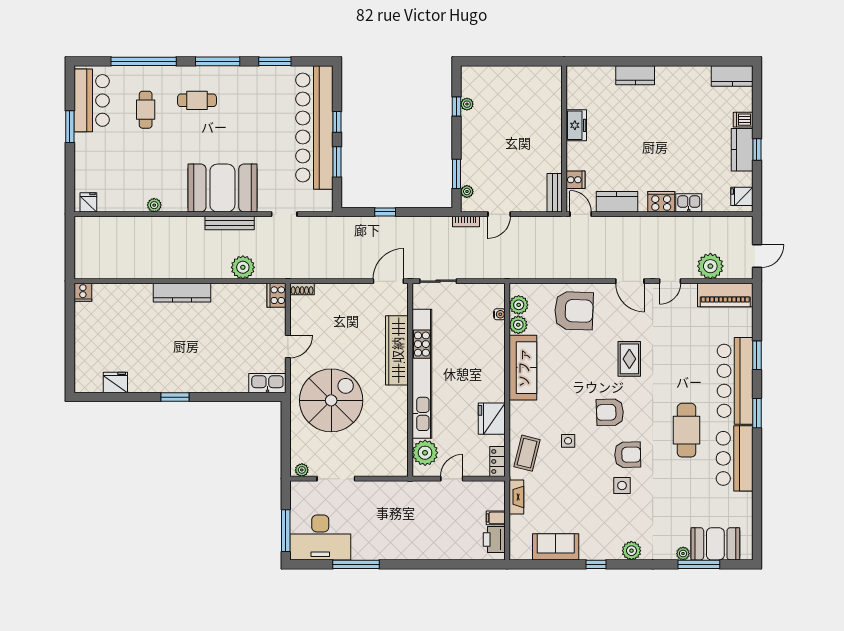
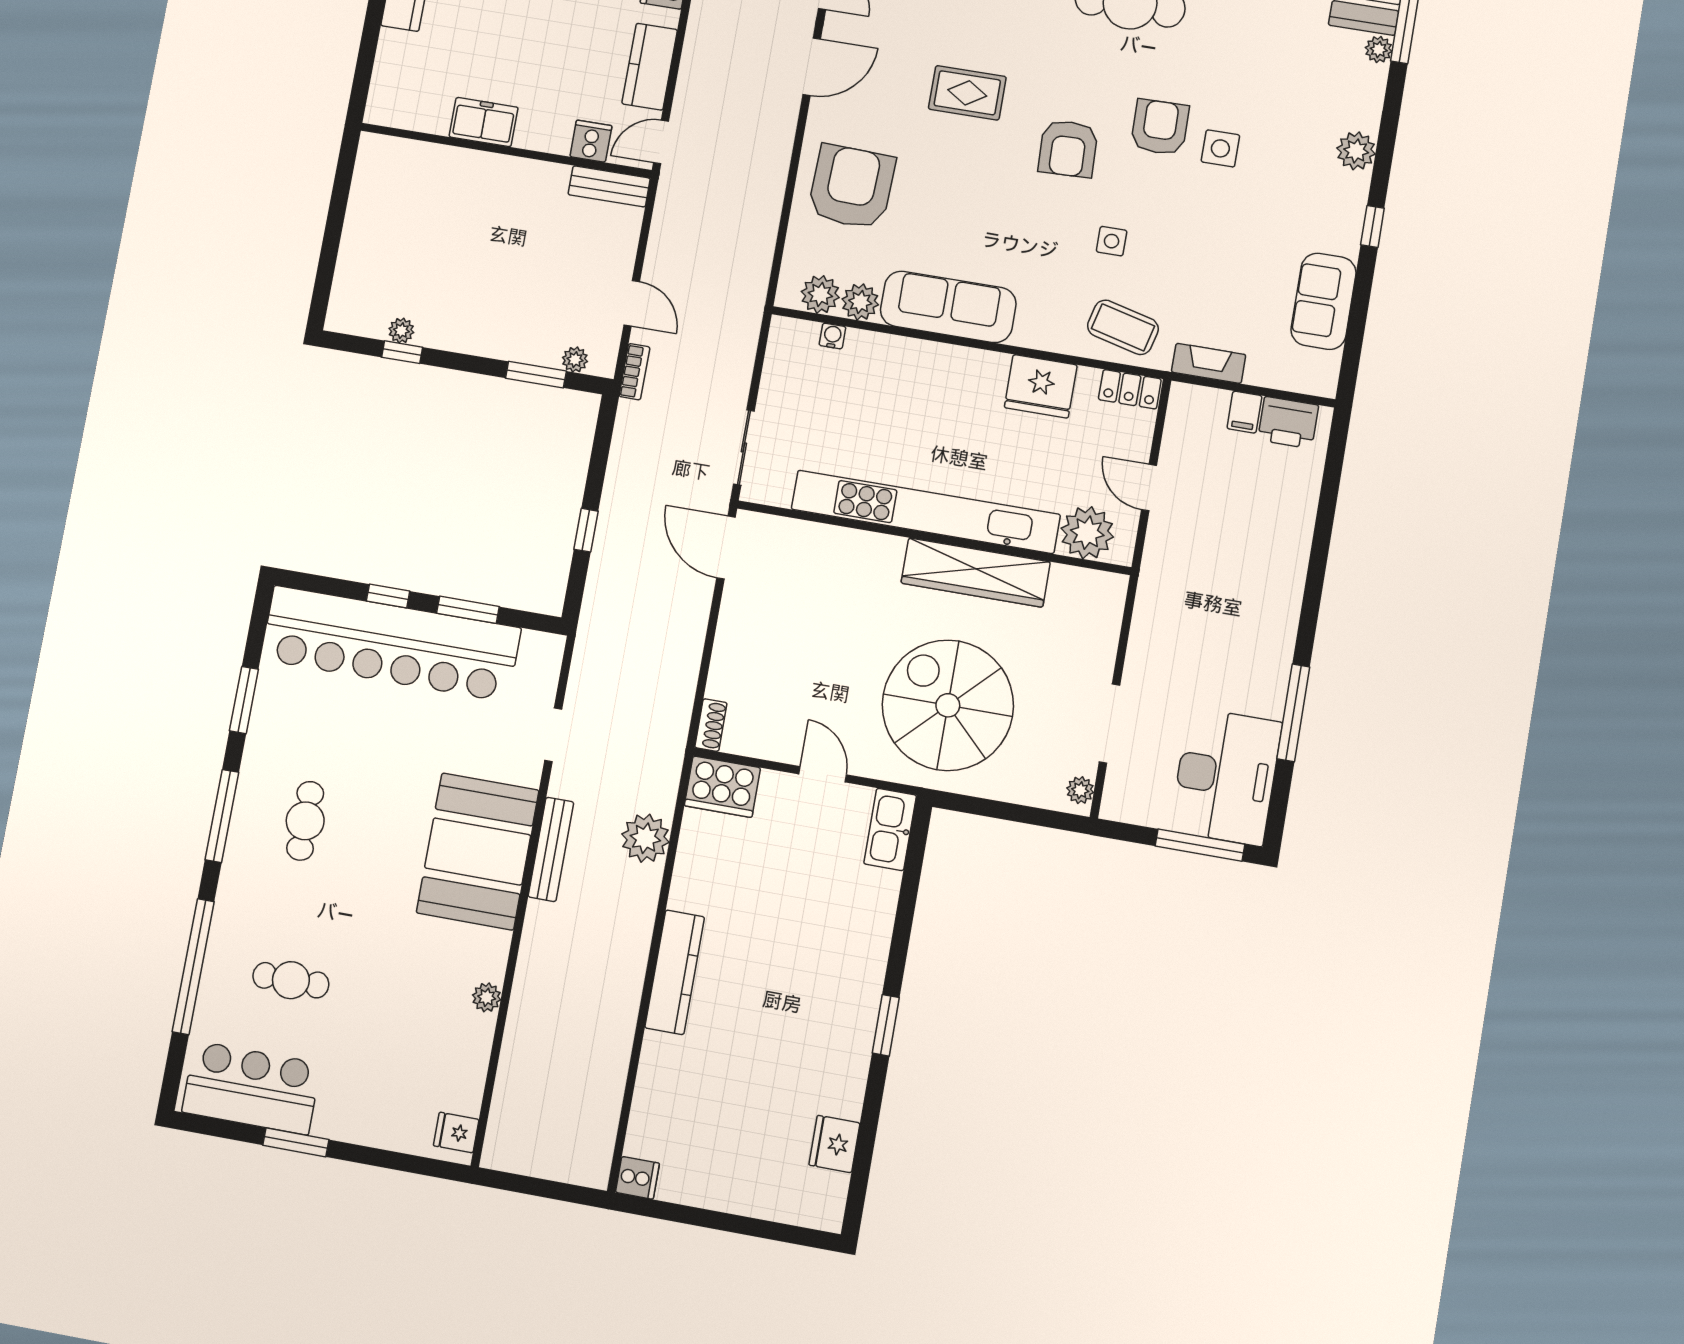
cafe table: (197, 100) -> (305, 821), moved
cooker: (277, 295) -> (722, 787), width x1.37, depth x1.31
wardrobe: (397, 350) -> (976, 572), moved

